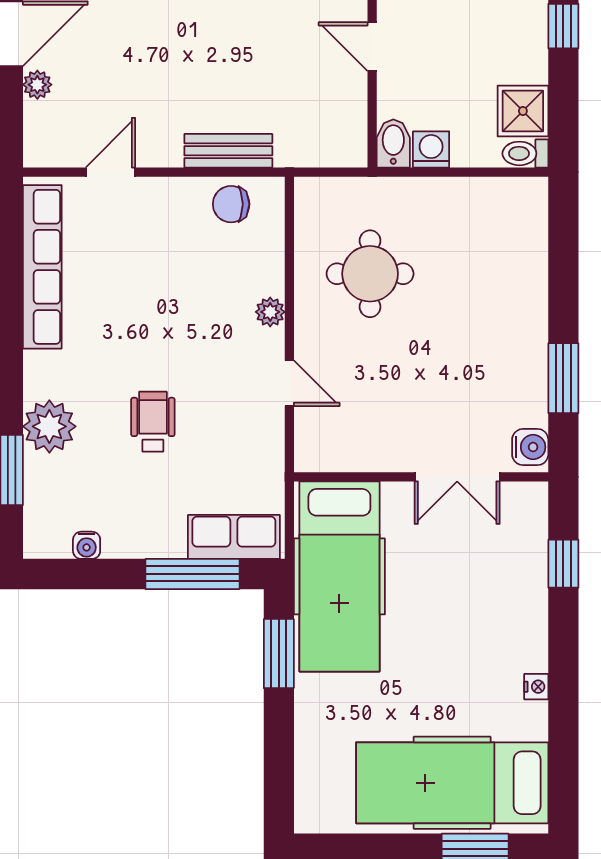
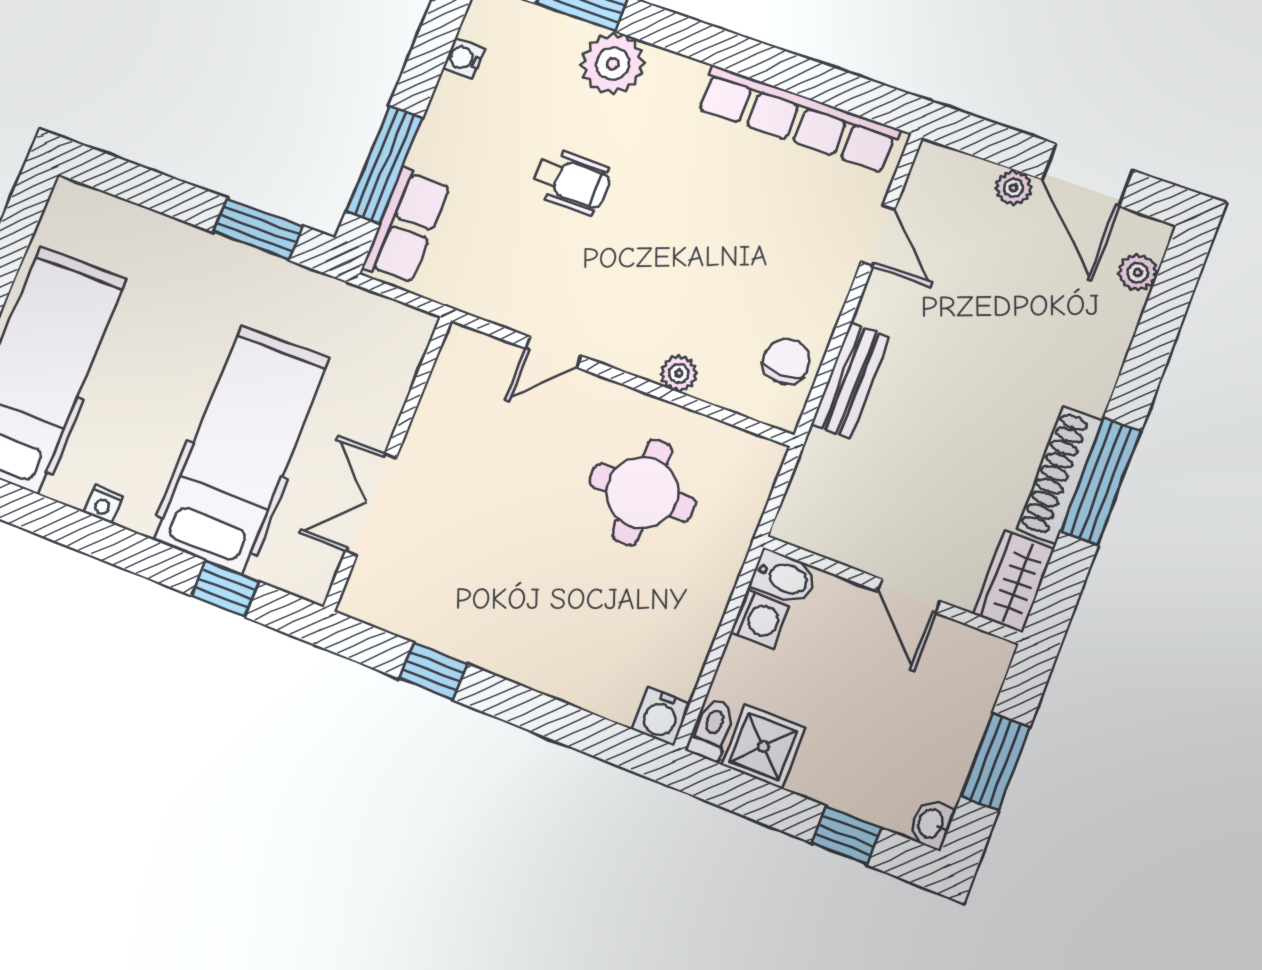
door: (372, 47) -> (909, 596), swing flipped
plant: (270, 312) -> (679, 373), moved
window: (563, 378) -> (433, 671), width x0.67
water cooler: (530, 447) -> (661, 716), moved
hospital bed: (339, 576) -> (242, 449), moved, turned 90

